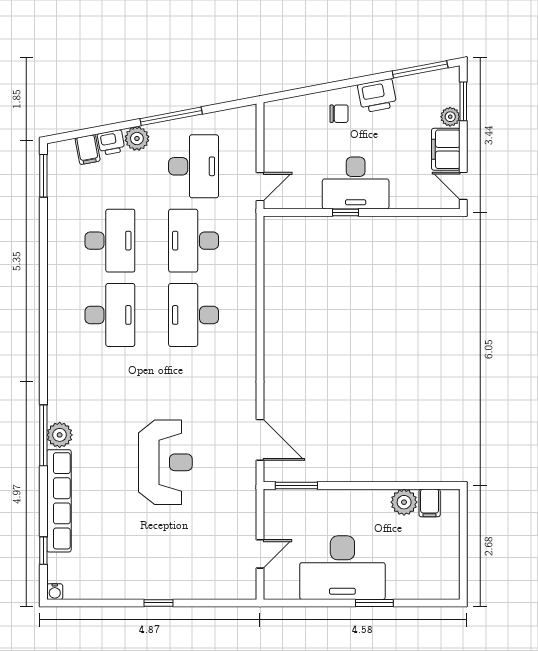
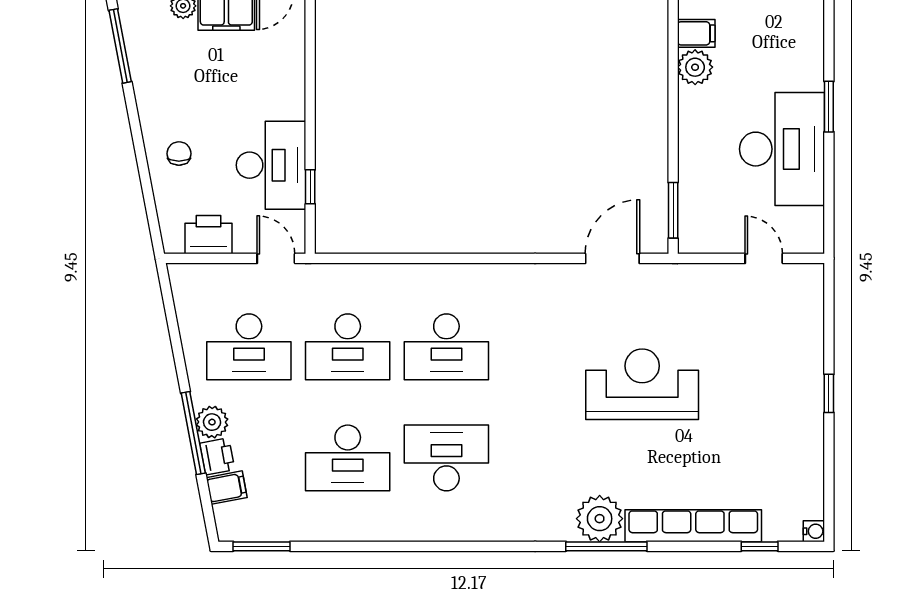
printer: (377, 96) -> (208, 235), moved, turned -79
window: (171, 116) -> (193, 433), moved
desk: (194, 166) -> (249, 347), turned 180
desk: (356, 183) -> (271, 165), moved
window: (345, 212) -> (310, 187), moved
desk: (110, 241) -> (348, 458), turned 180
plant: (60, 435) -> (600, 519), width x1.36, depth x1.36

